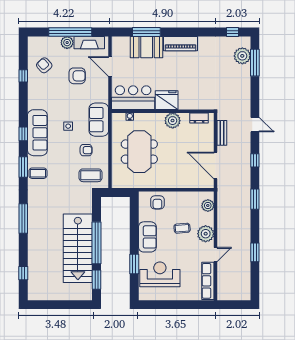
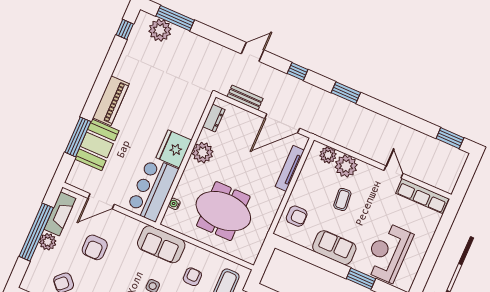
armchair: (77, 76) -> (95, 247), turned 180
tv unit: (188, 184) -> (290, 168), added
plant: (206, 234) -> (346, 166), moved
window: (255, 252) -> (450, 138), moved

